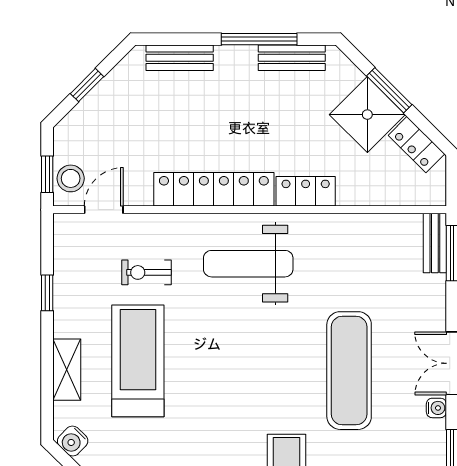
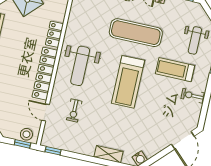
door: (104, 210) -> (45, 113), moved
window: (47, 293) -> (53, 151), moved
treadmill: (138, 361) -> (128, 82), moved, turned -90

